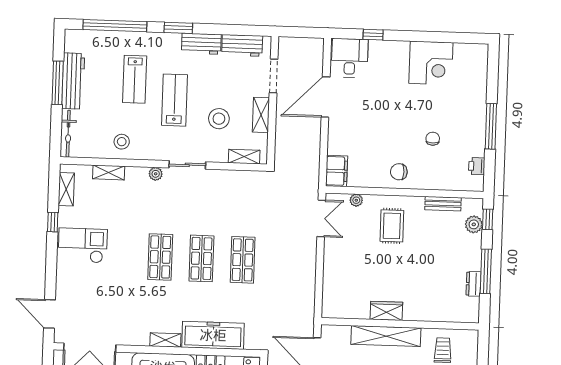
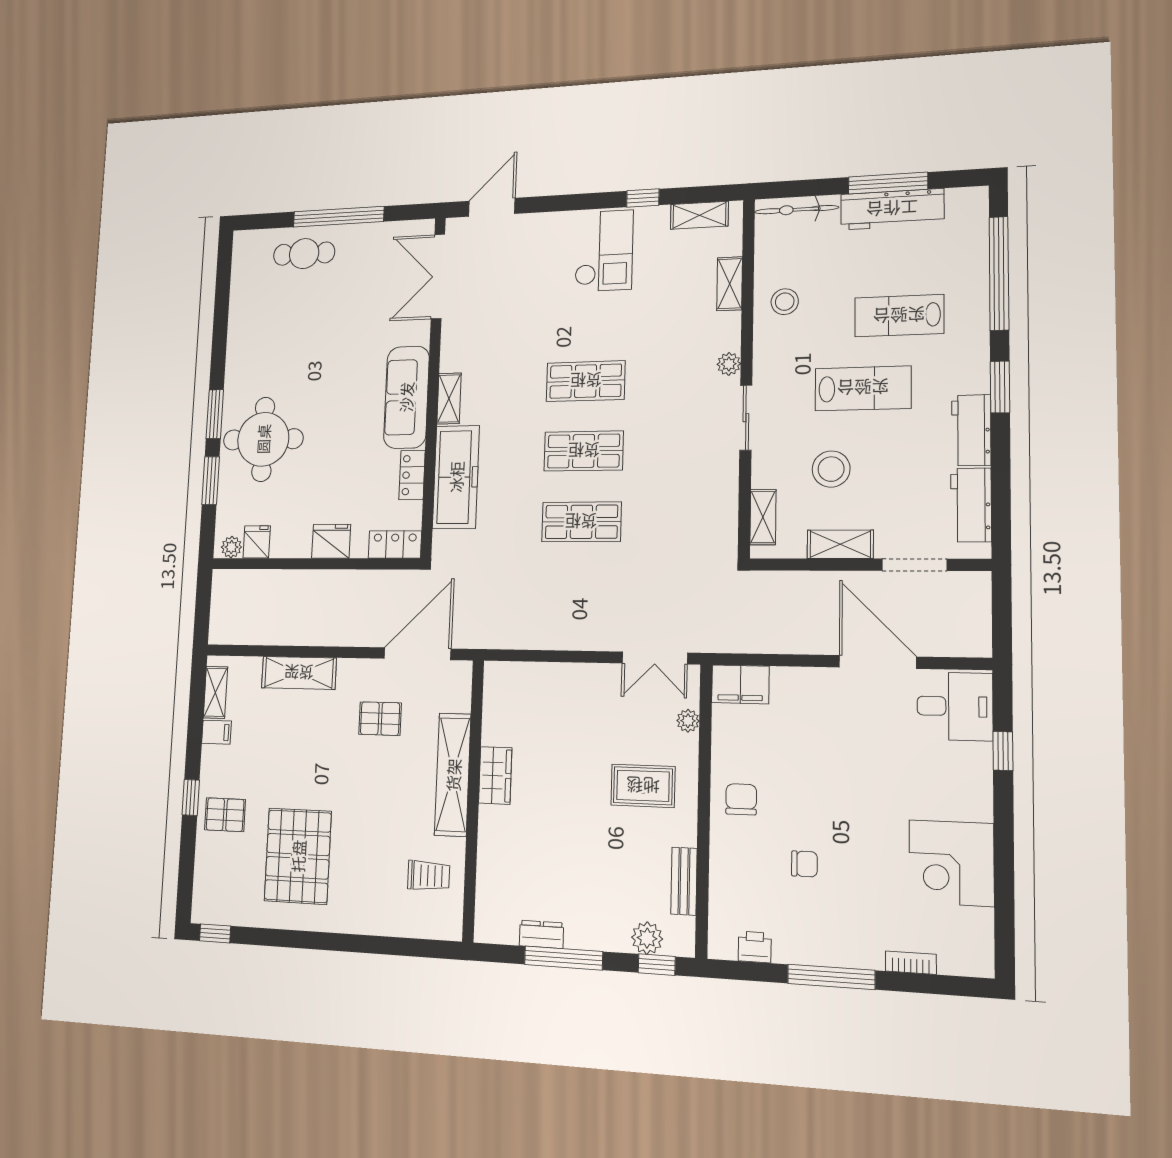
bookcase: (482, 85) -> (911, 963), added

